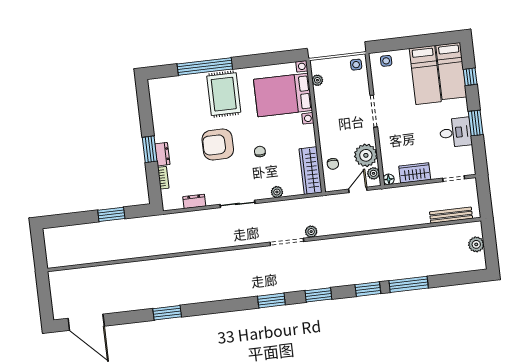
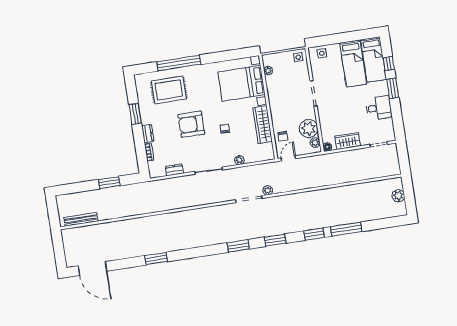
rug: (224, 94) -> (169, 90), moved, turned 90
window: (476, 123) -> (393, 88), moved
window: (150, 149) -> (135, 114), moved
wardrobe: (311, 171) -> (263, 125), moved
door: (358, 190) -> (288, 158), moved
bench: (451, 215) -> (81, 219), moved

